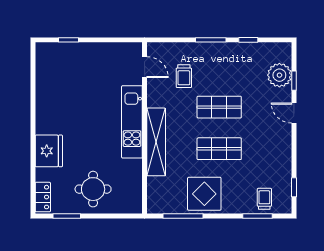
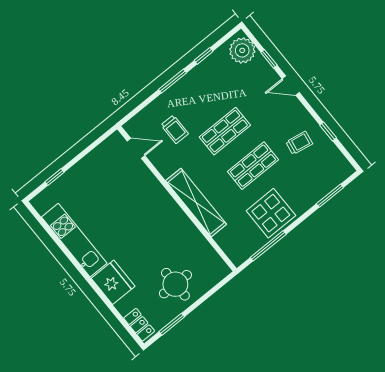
plant: (279, 75) -> (242, 50), moved
kitchen unit: (132, 122) -> (74, 240), moved, turned 180
window: (294, 187) -> (328, 132), moved
trolley: (264, 199) -> (299, 143), moved, turned 100

